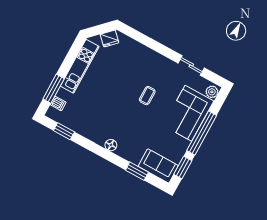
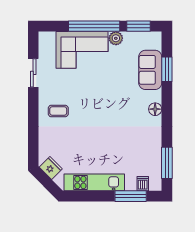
plant: (212, 92) -> (116, 38), moved
coffee table: (147, 96) -> (58, 111), moved
window: (64, 131) -> (167, 163), width x1.44
sofa: (158, 166) -> (150, 70), moved

